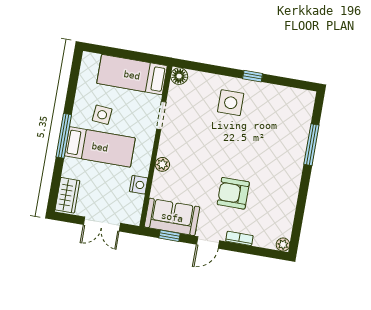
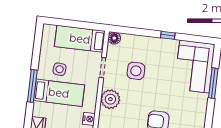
side table: (231, 103) -> (136, 71), moved
corner sofa: (287, 121) -> (194, 67), added
plant: (162, 164) -> (110, 99), width x1.88, depth x1.88

